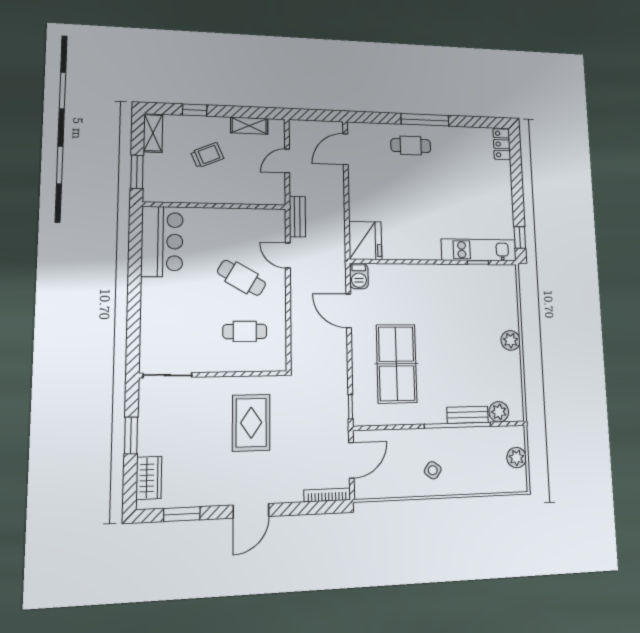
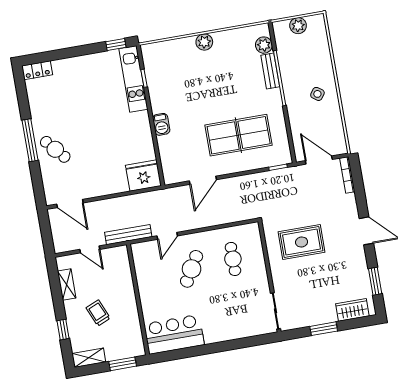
cafe table: (411, 146) -> (55, 149), turned -41
bench: (297, 217) -> (128, 235), width x1.36
barbecue: (359, 276) -> (161, 124), moved, turned 90

